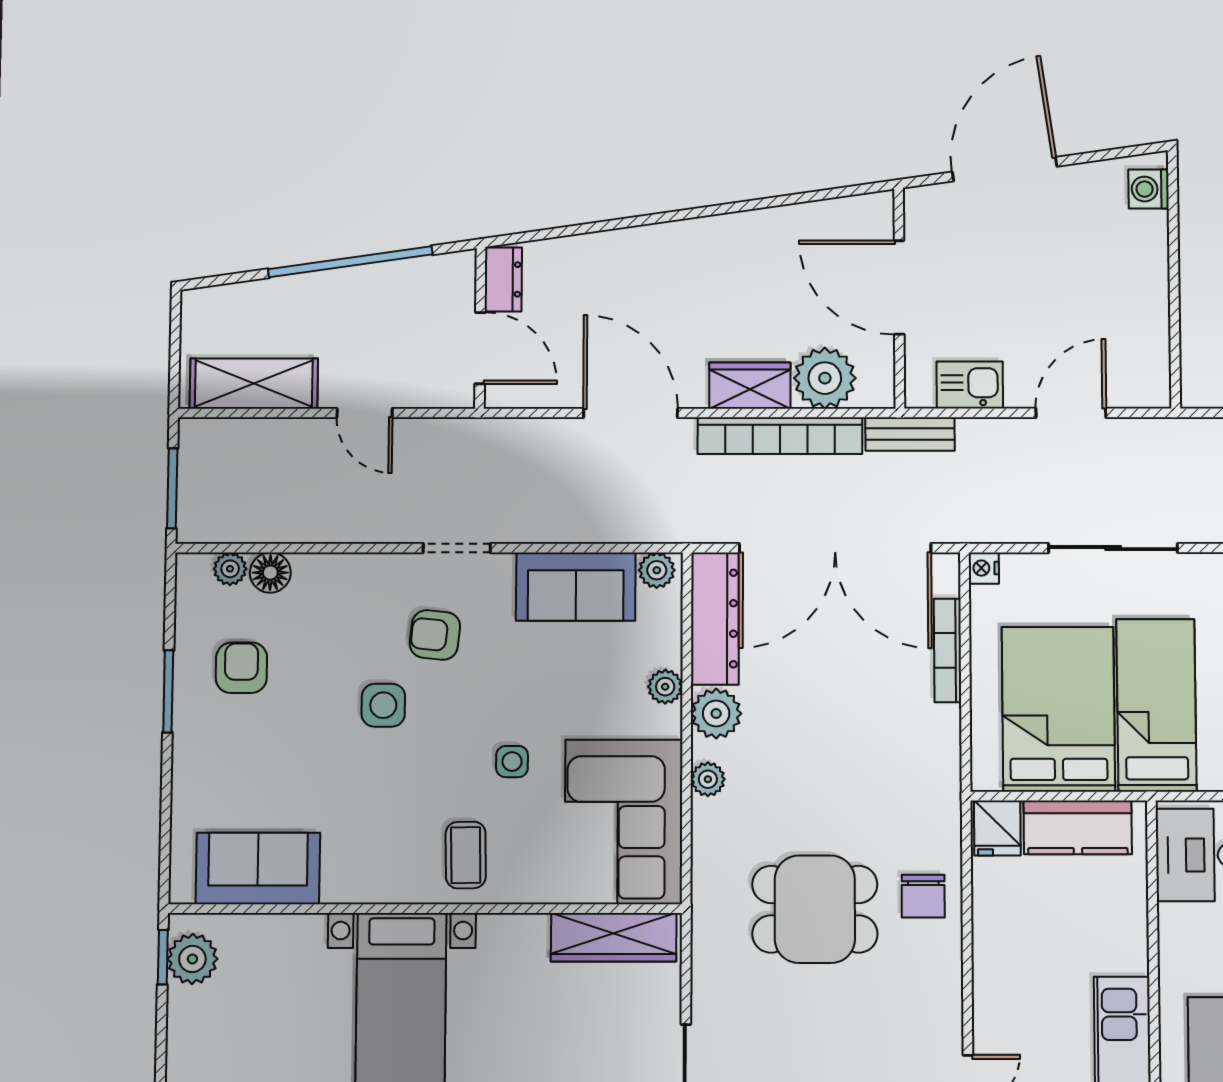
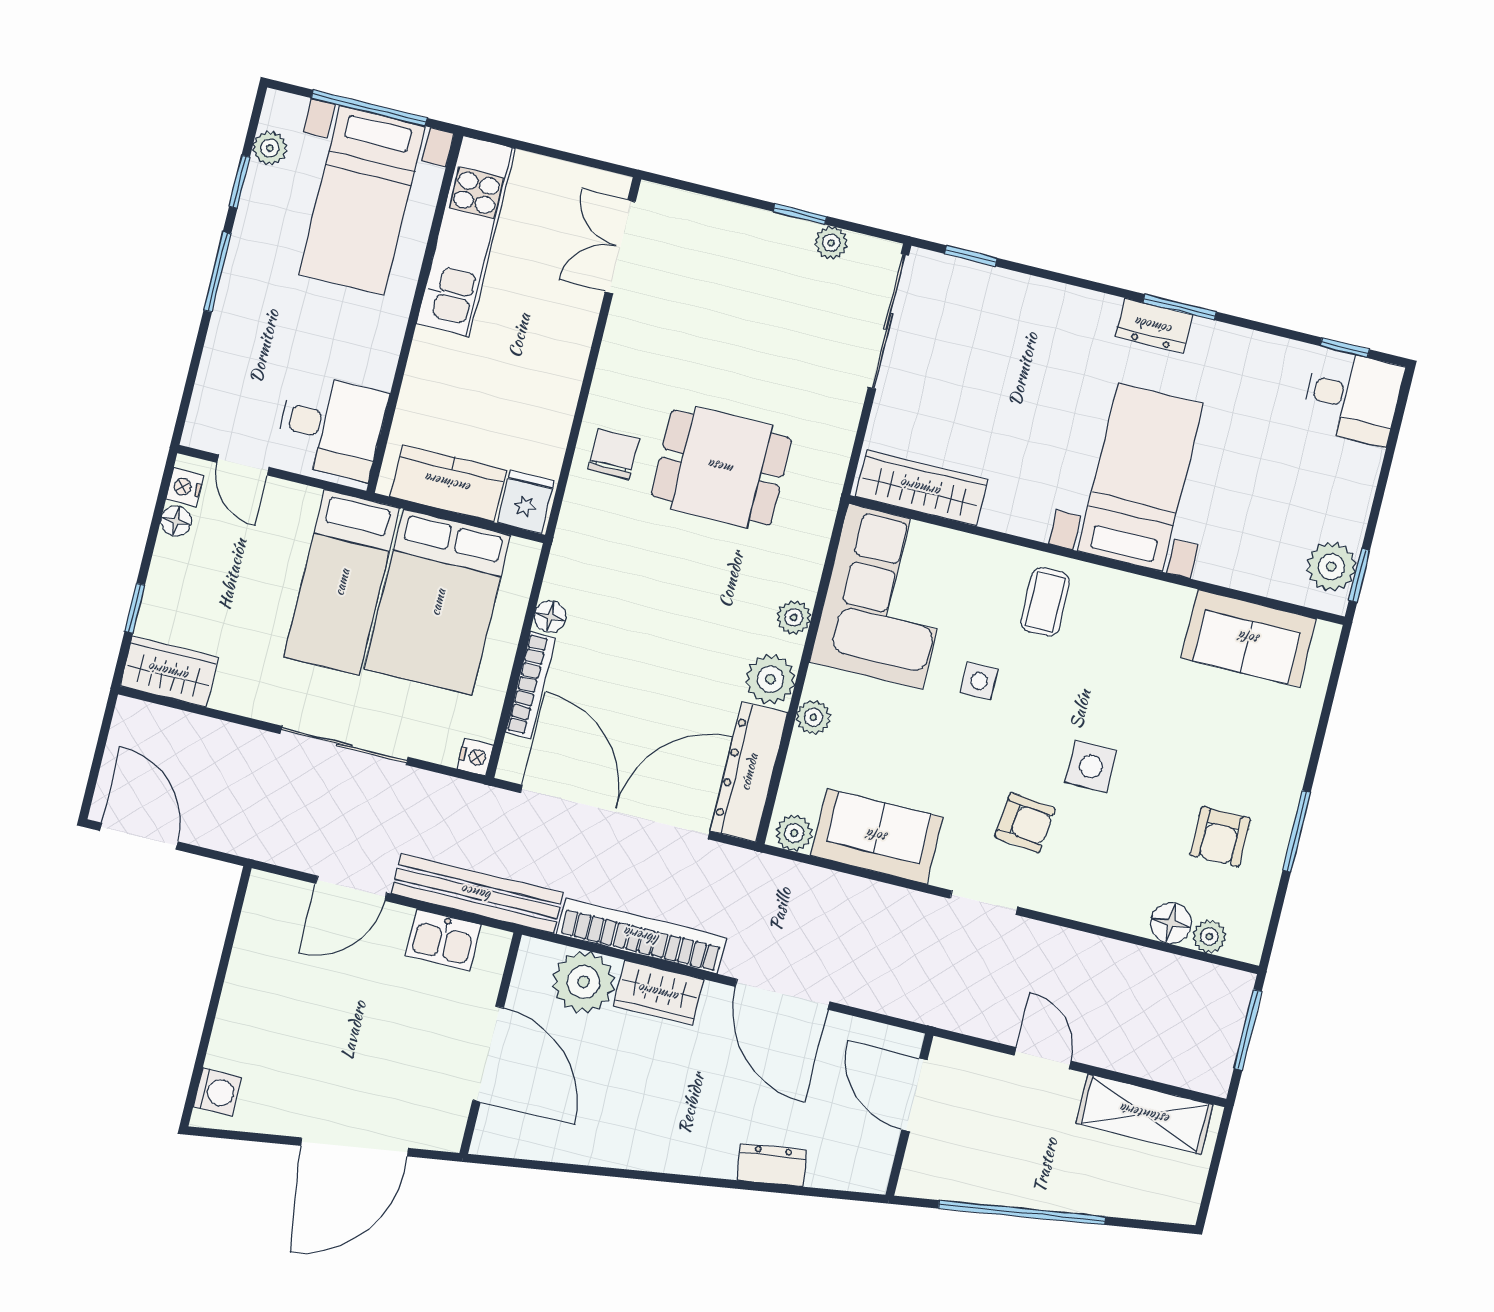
dresser: (503, 279) -> (772, 1165), moved, turned 82
bench: (910, 434) -> (477, 893), width x1.86, depth x1.21
floor lamp: (945, 722) -> (550, 617), added

